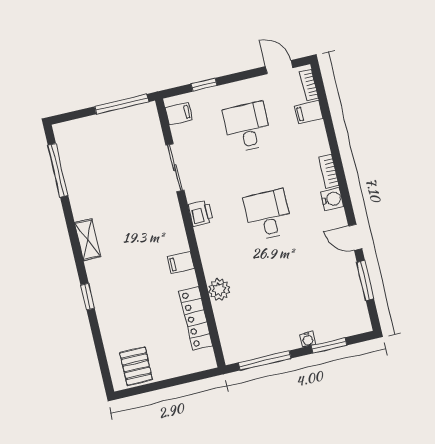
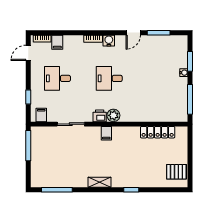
filing cabinet: (181, 263) -> (106, 133), moved
plant: (219, 289) -> (113, 115), moved

